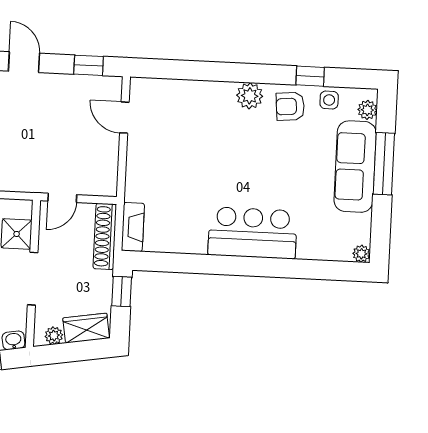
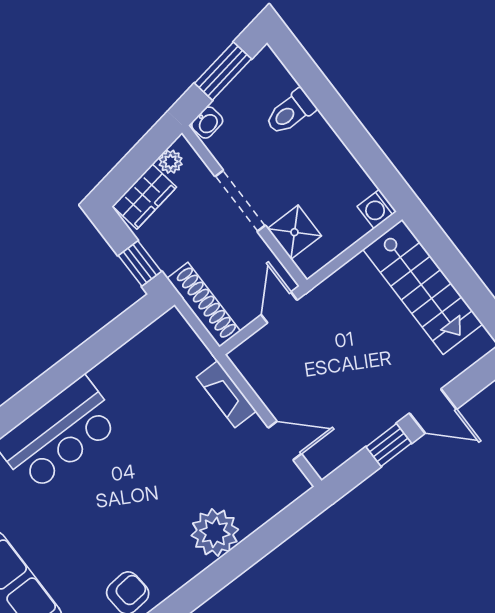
window: (89, 65) -> (389, 445), moved
plant: (250, 96) -> (215, 532), moved, width x1.36, depth x1.36
fireplace: (133, 227) -> (226, 394), moved

